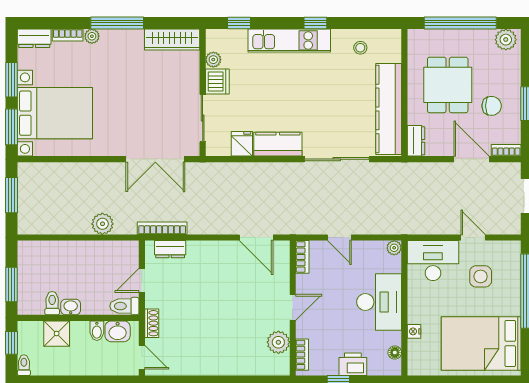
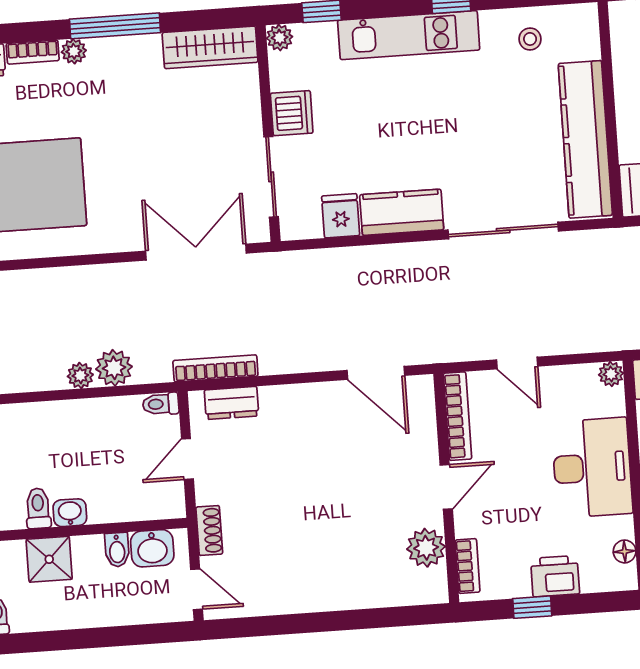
plant: (213, 60) -> (280, 38), moved
double door: (155, 159) -> (196, 252), swing flipped
plant: (82, 227) -> (80, 375), added
bookcase: (302, 257) -> (458, 416), width x1.56
toilet: (124, 306) -> (161, 404), moved, width x0.73, depth x0.72

